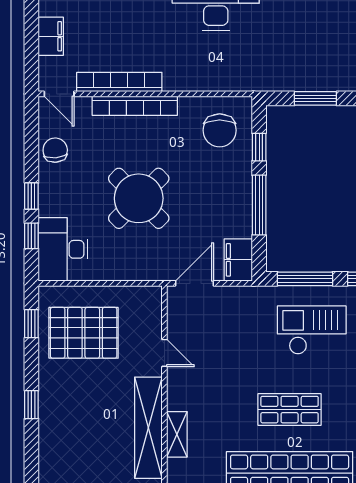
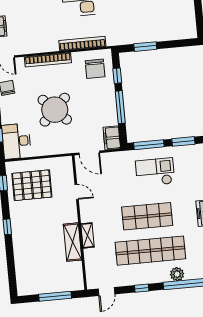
bookcase: (119, 82) -> (82, 44), moved
door: (194, 283) -> (89, 153), swing flipped
shop shelf: (290, 410) -> (147, 216), width x1.43, depth x1.36
shelving: (148, 428) -> (73, 242), width x0.68

